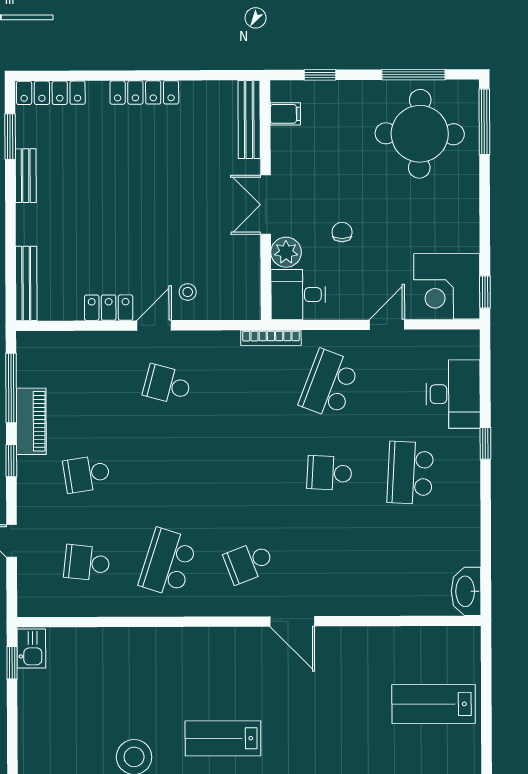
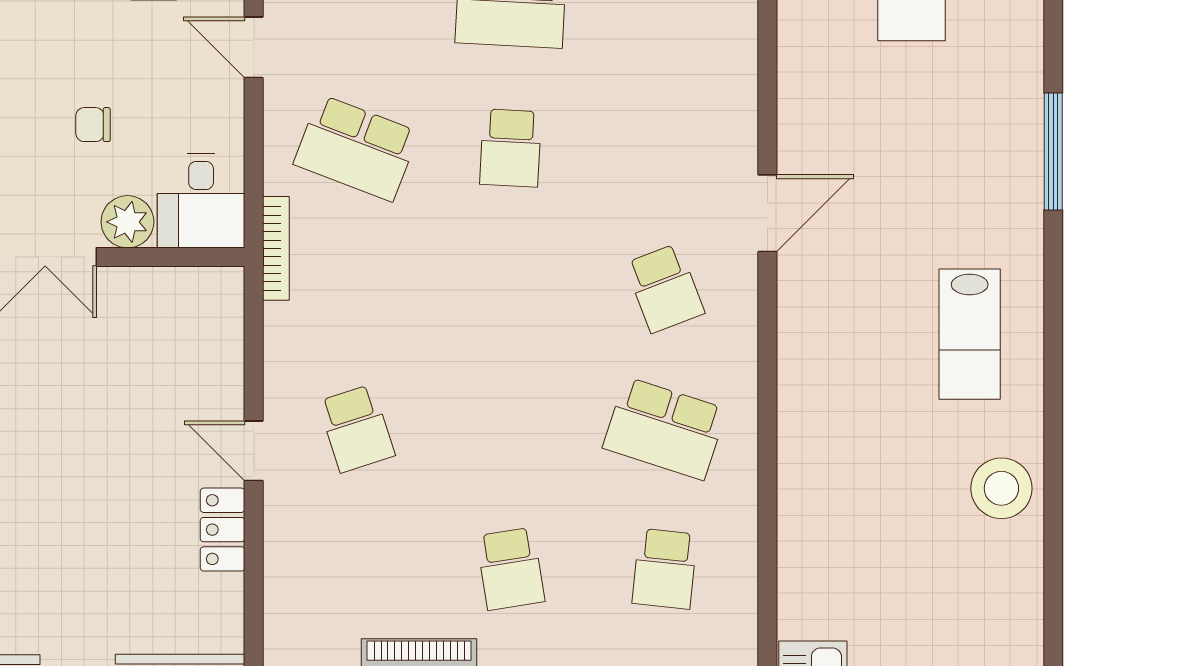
stool: (188, 292) -> (196, 393), removed
school desk: (167, 385) -> (356, 429), turned -33

